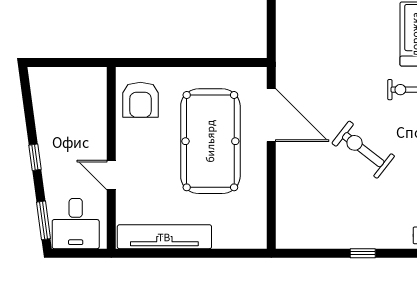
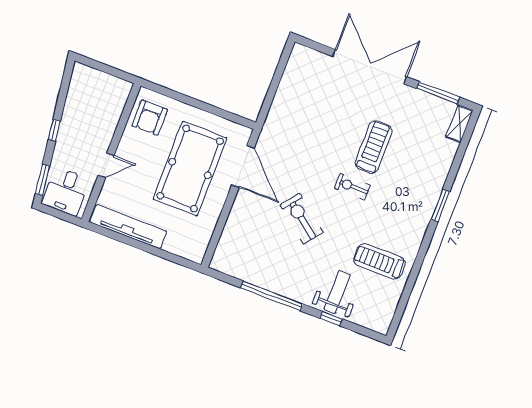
door: (111, 175) -> (106, 165), swing flipped
window: (363, 253) -> (272, 296), width x3.17

